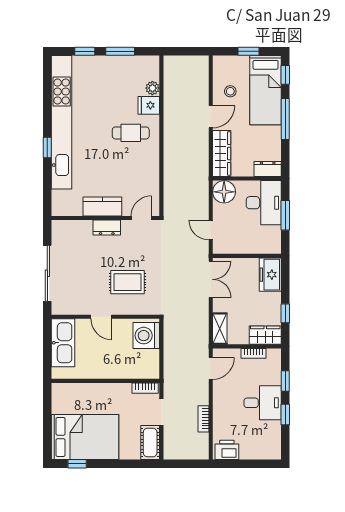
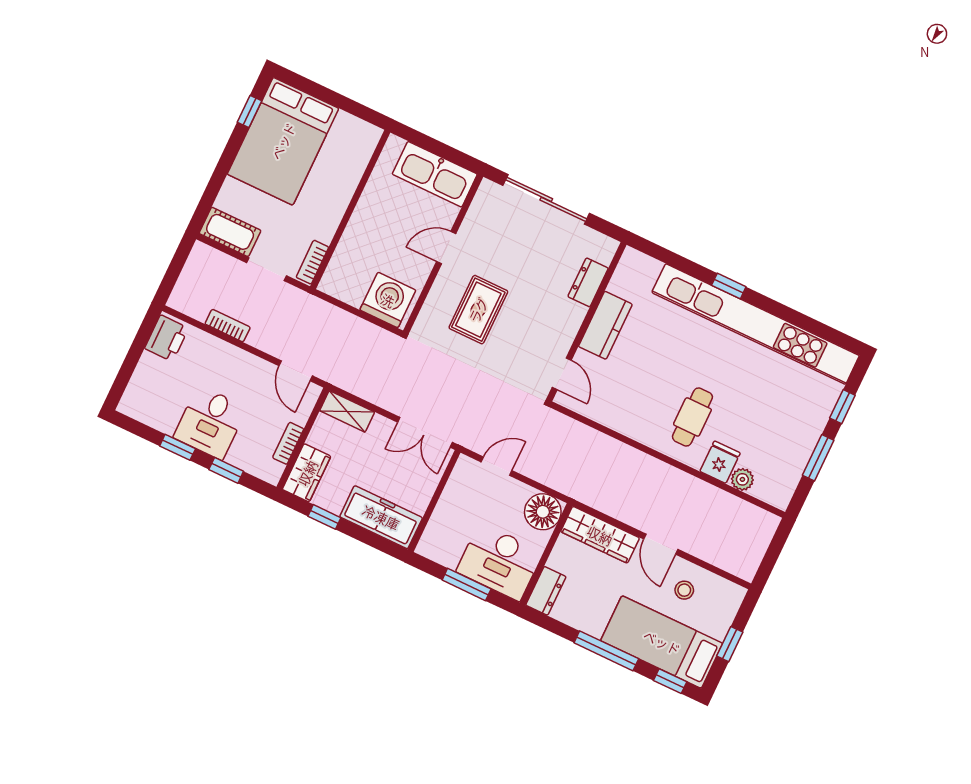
dresser: (107, 228) -> (588, 282), moved
freezer: (270, 275) -> (381, 517), width x1.40

